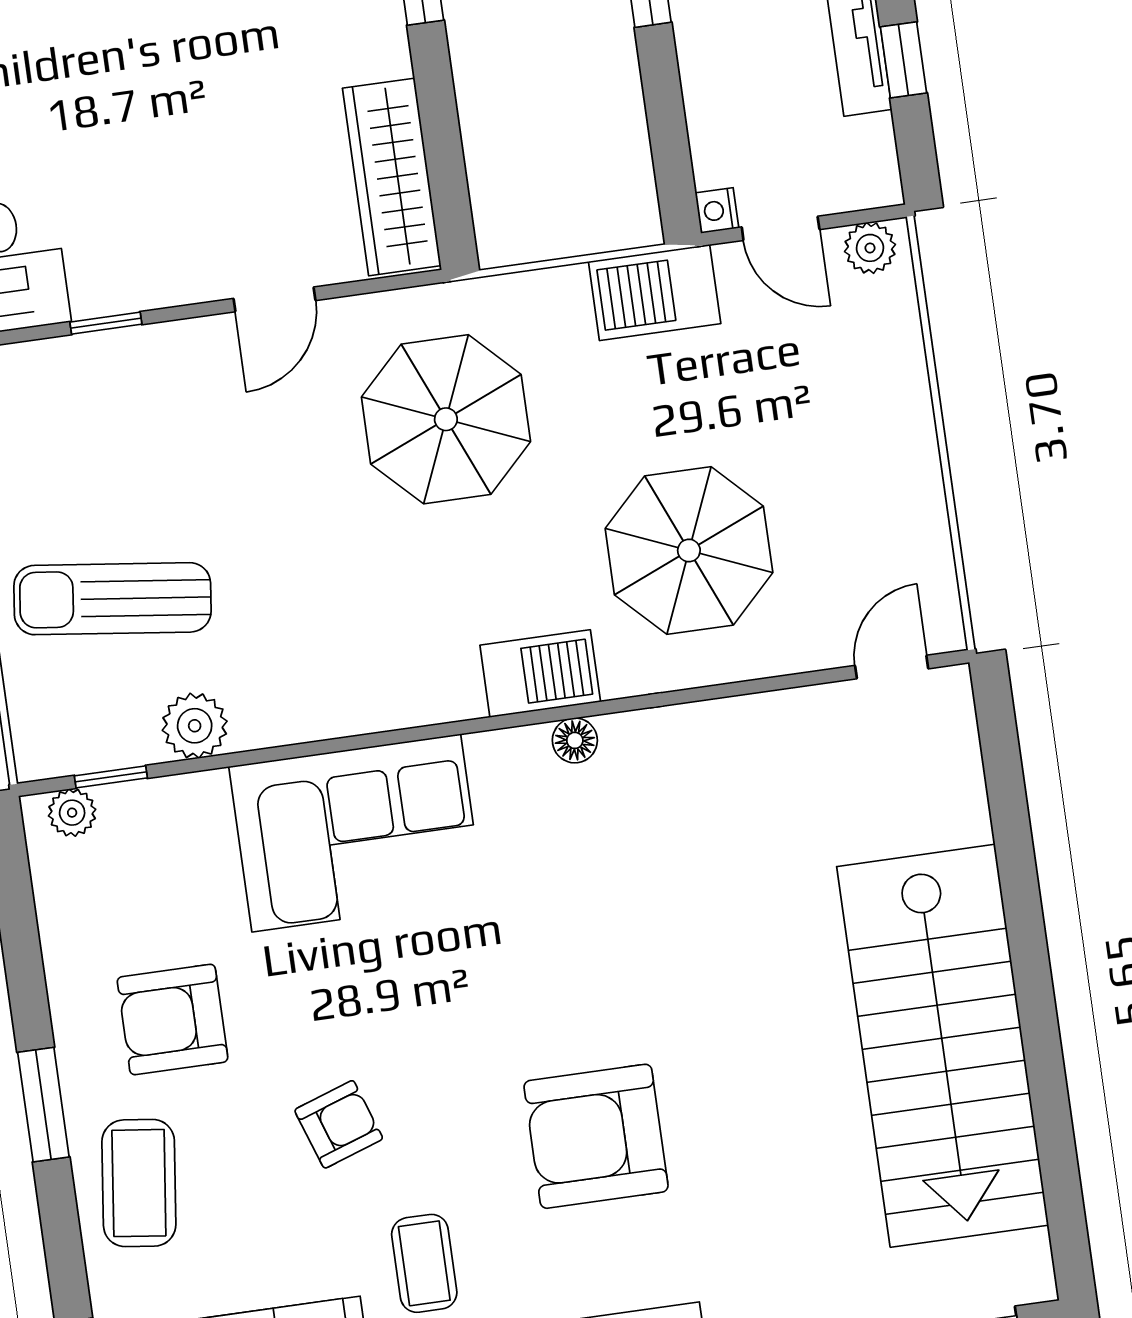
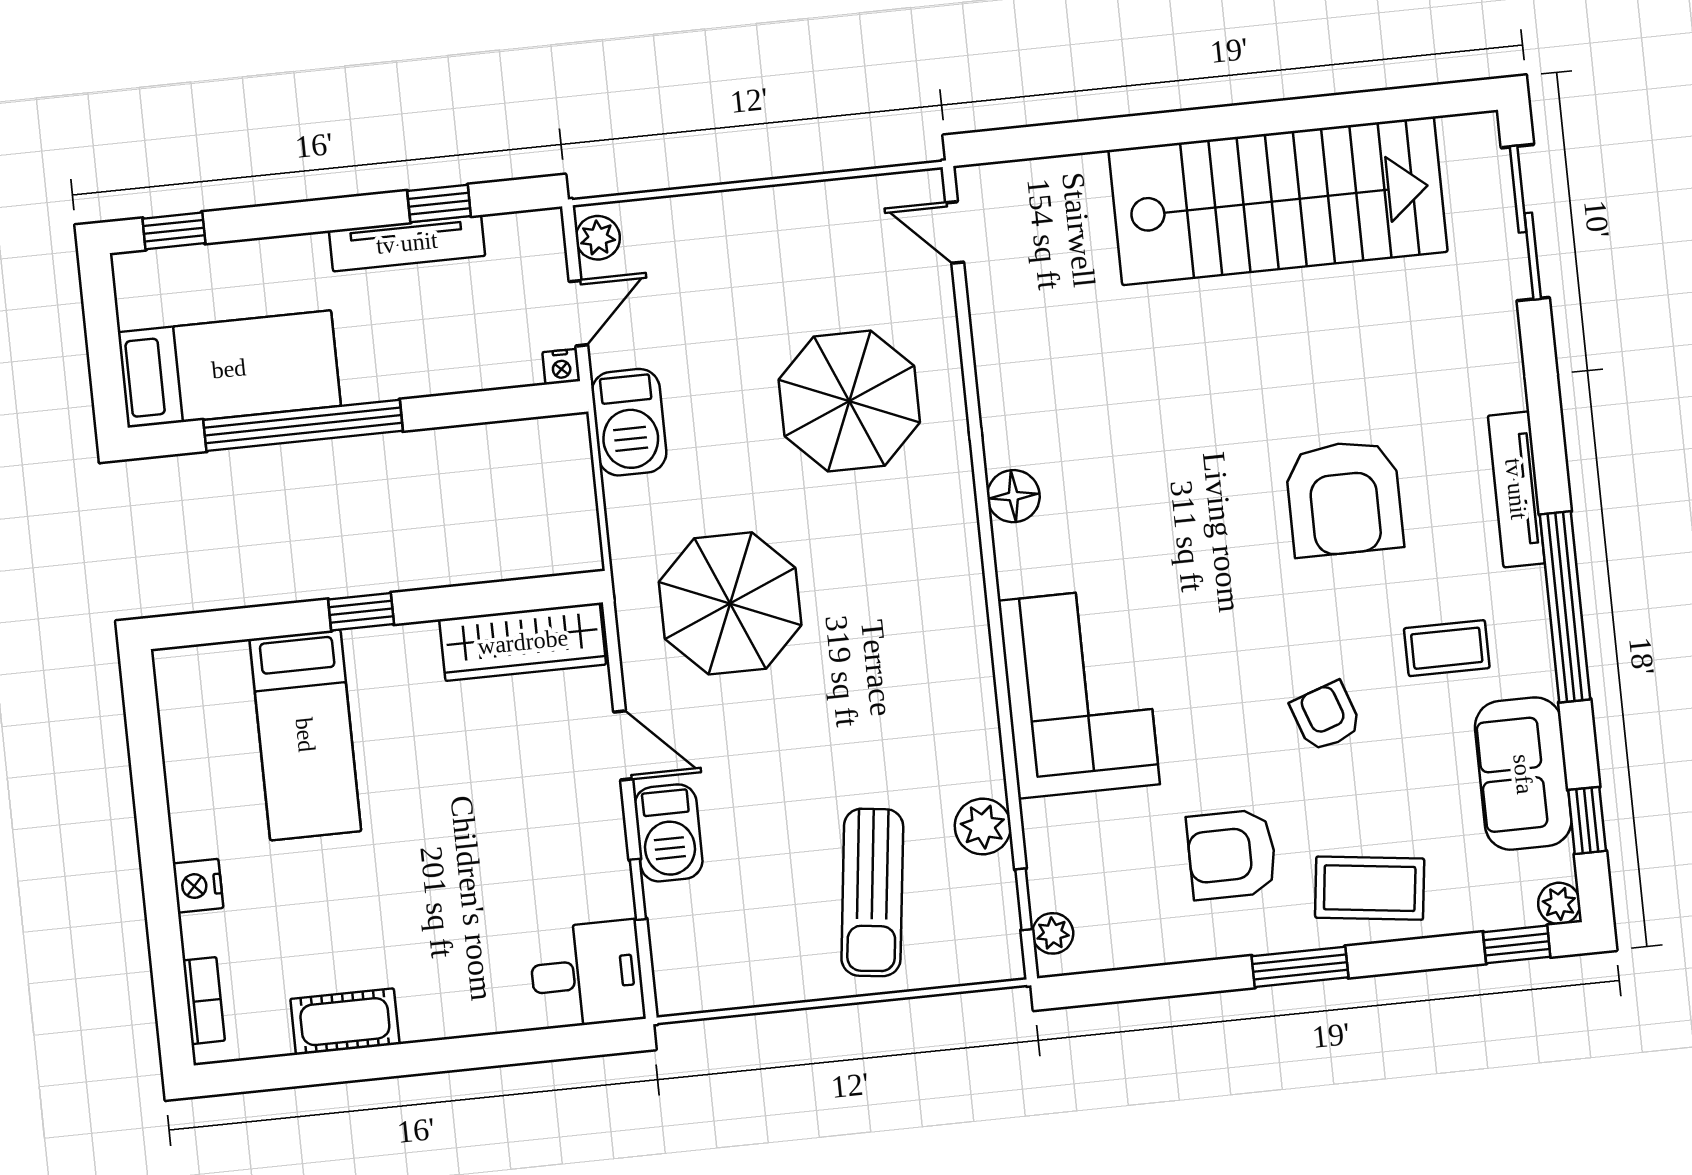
barbecue: (540, 674) -> (668, 833), moved, turned 180
floor lamp: (575, 740) -> (1013, 496), width x1.37, depth x1.37
armchair: (173, 1019) -> (1232, 854), turned 90

